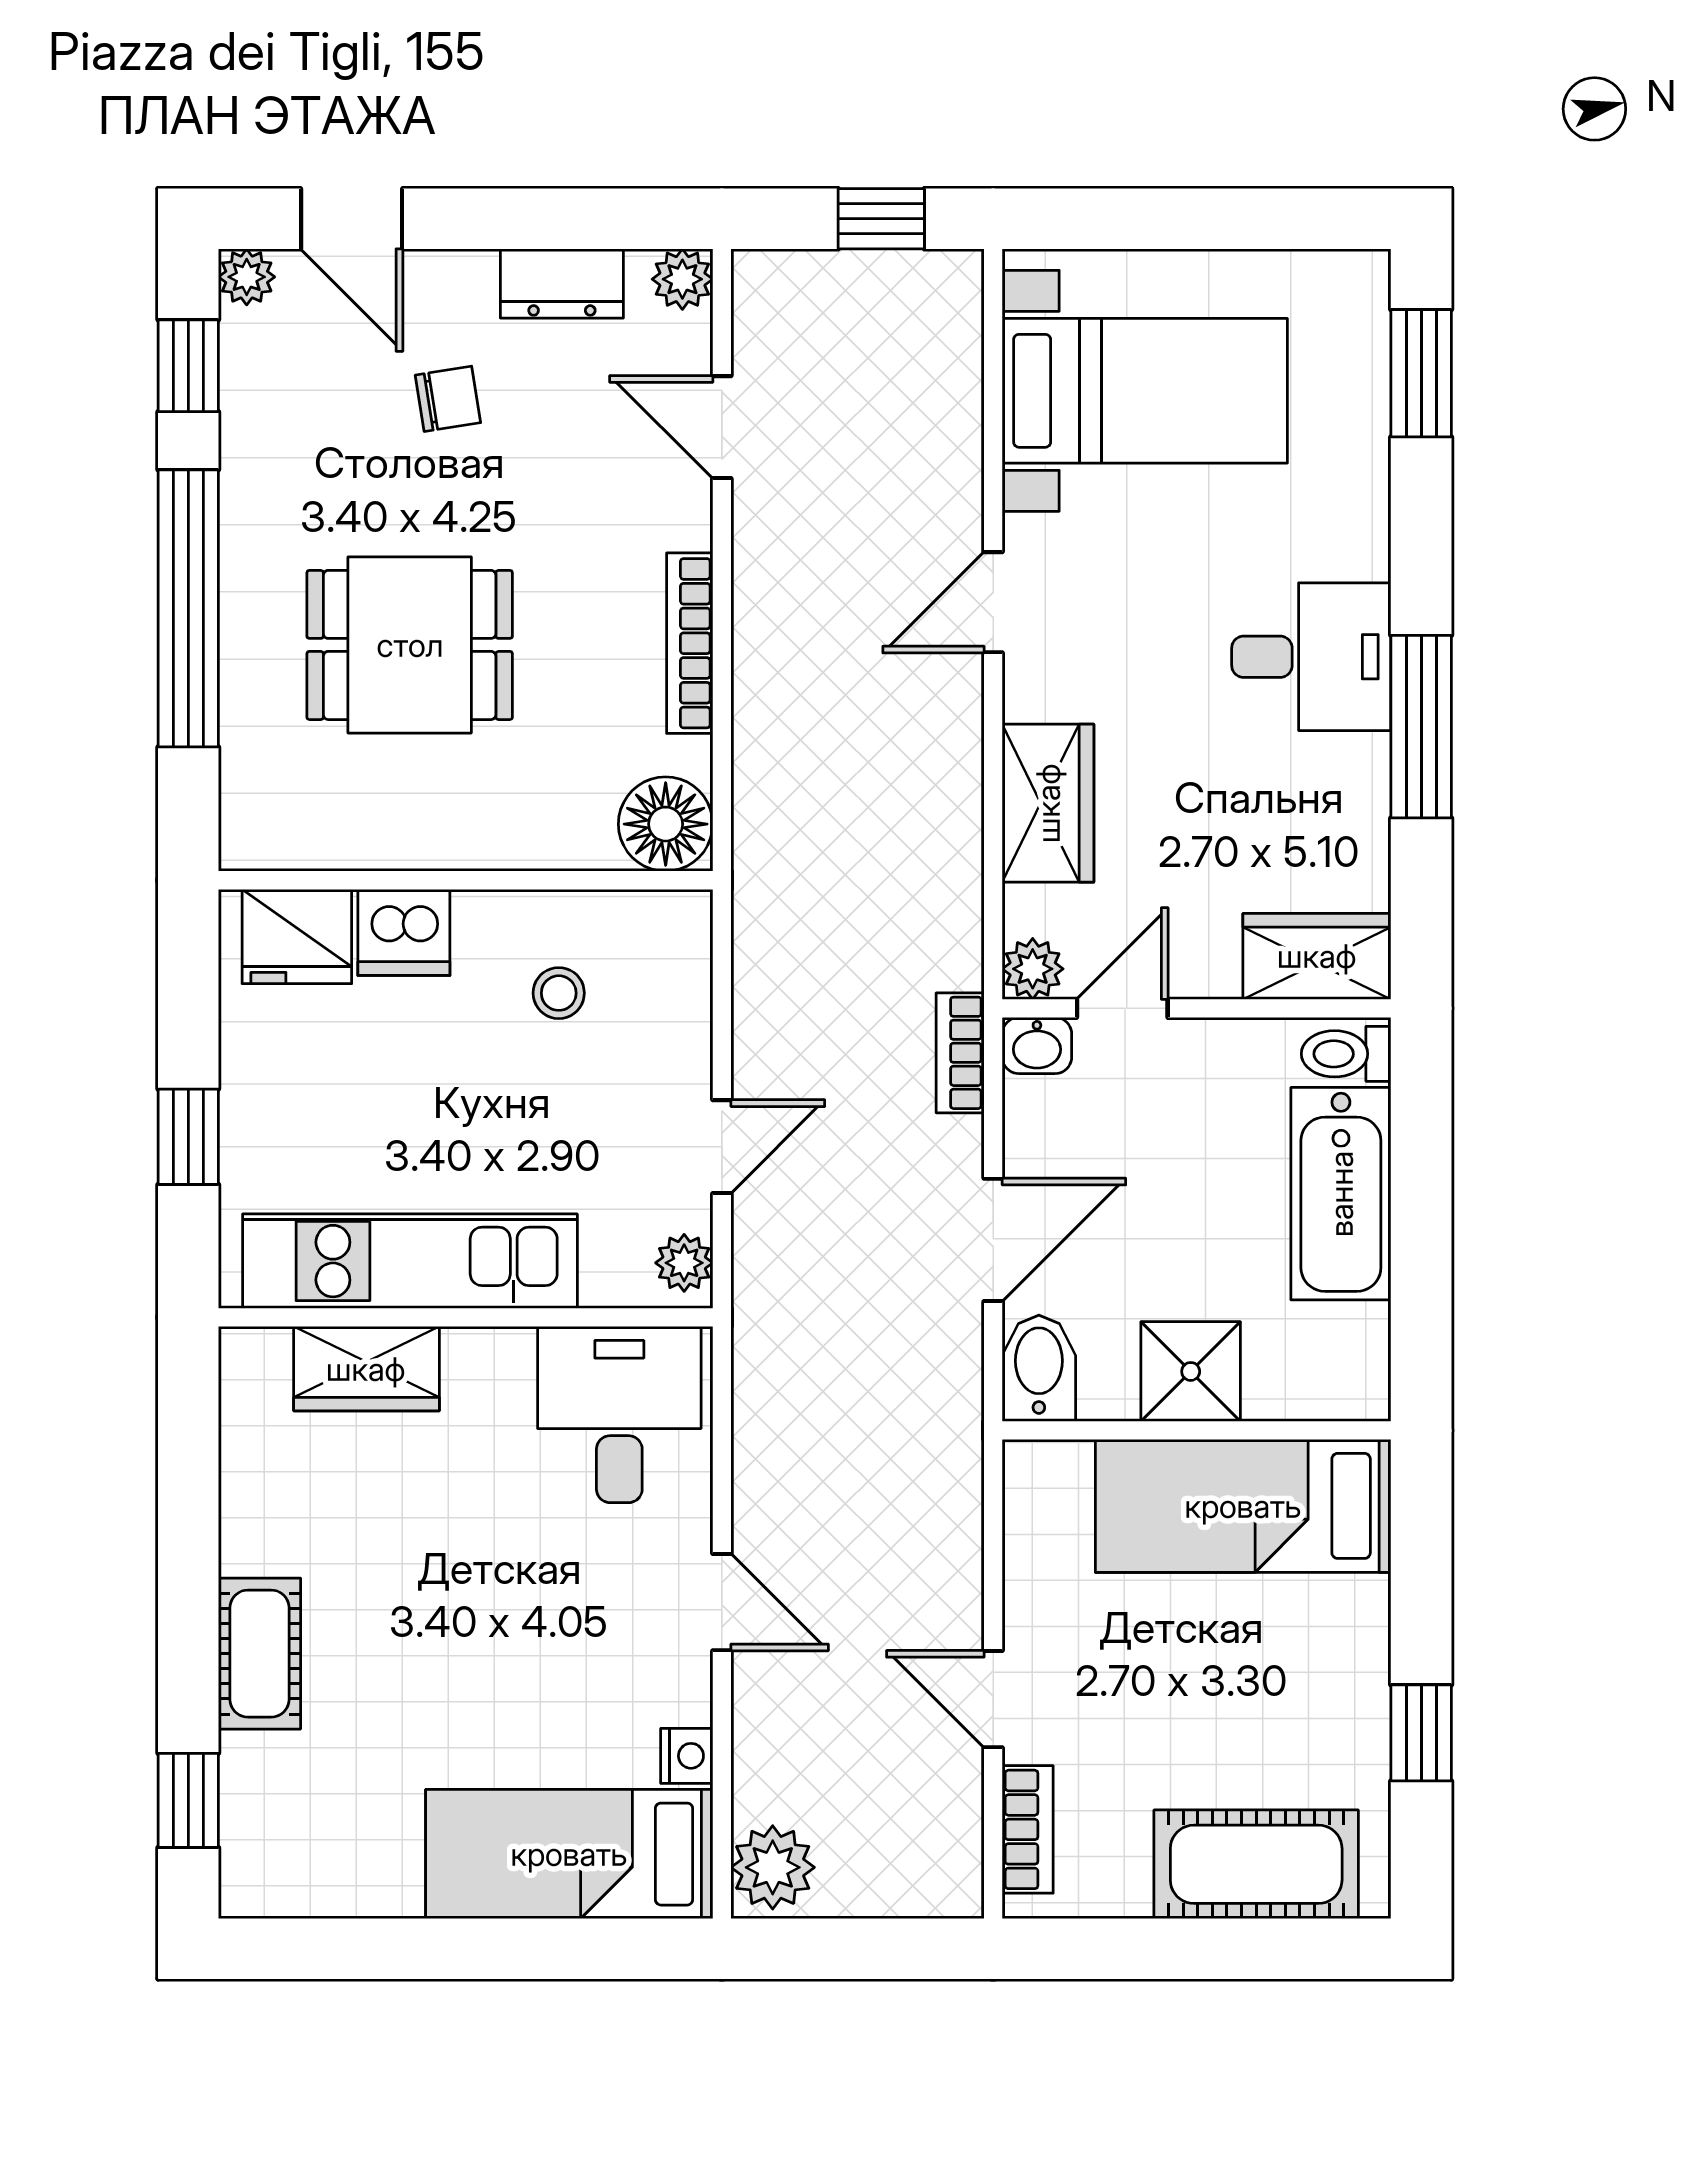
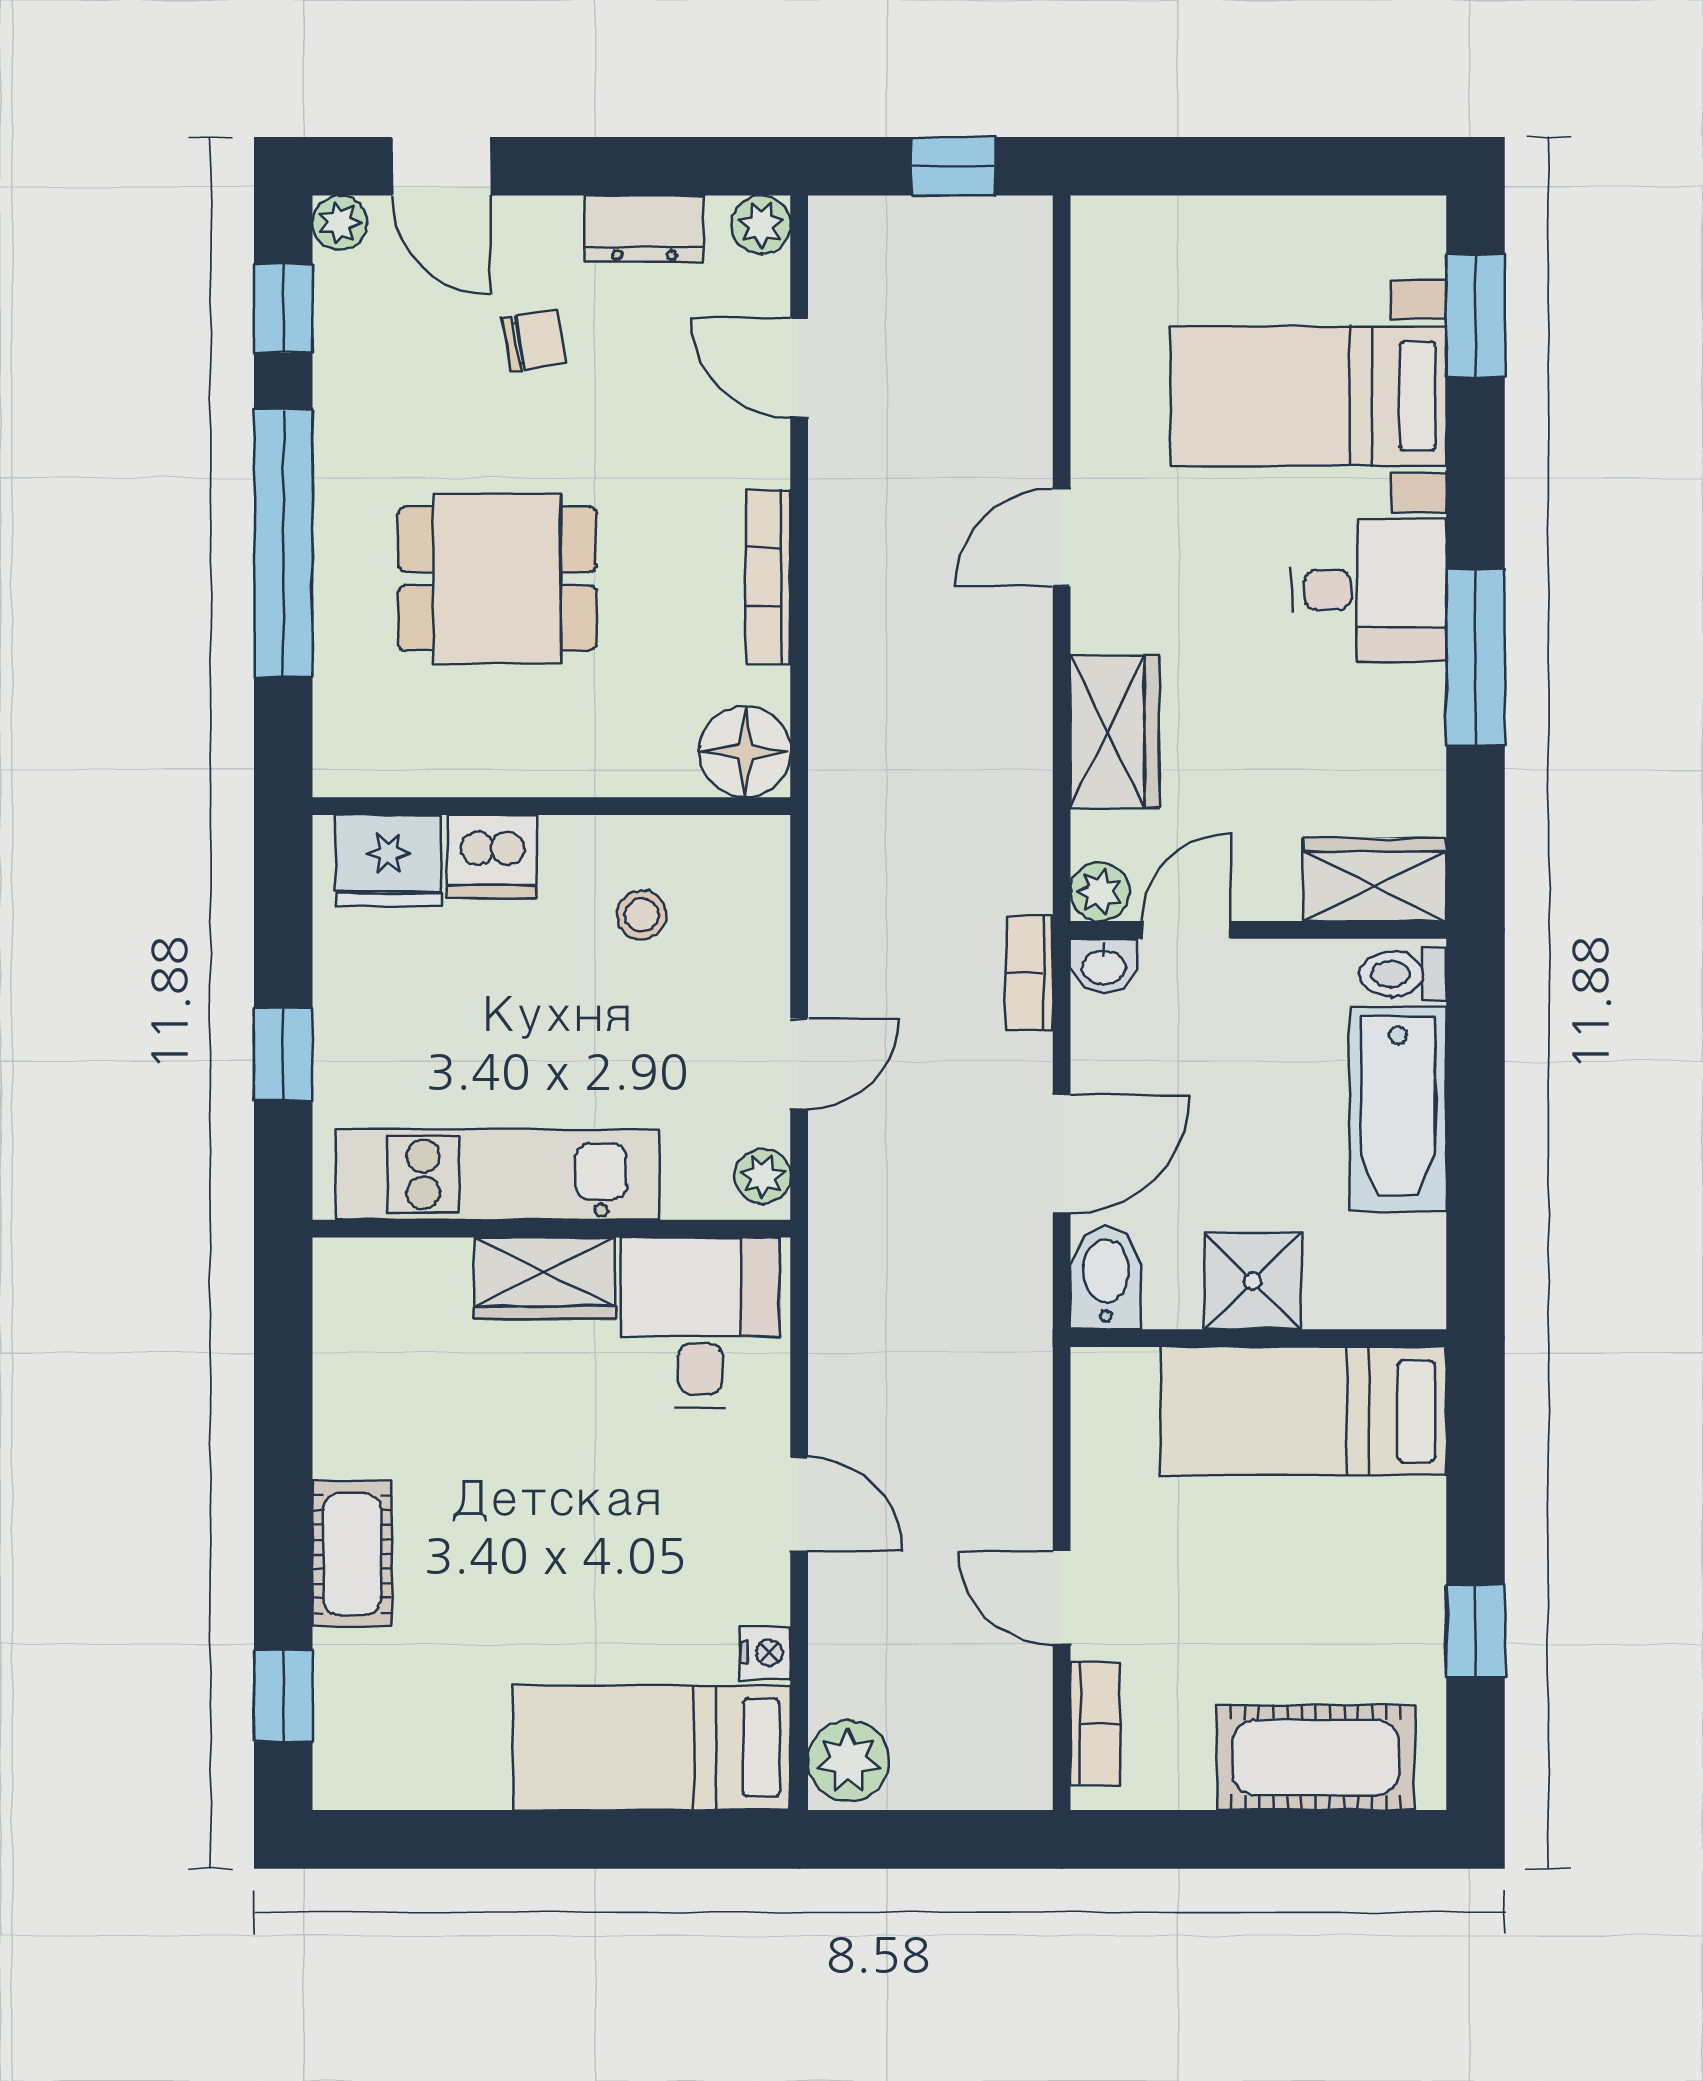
bed with nightstands: (1145, 391) -> (1308, 396), moved, turned 180
wardrobe: (366, 1369) -> (545, 1278), moved

